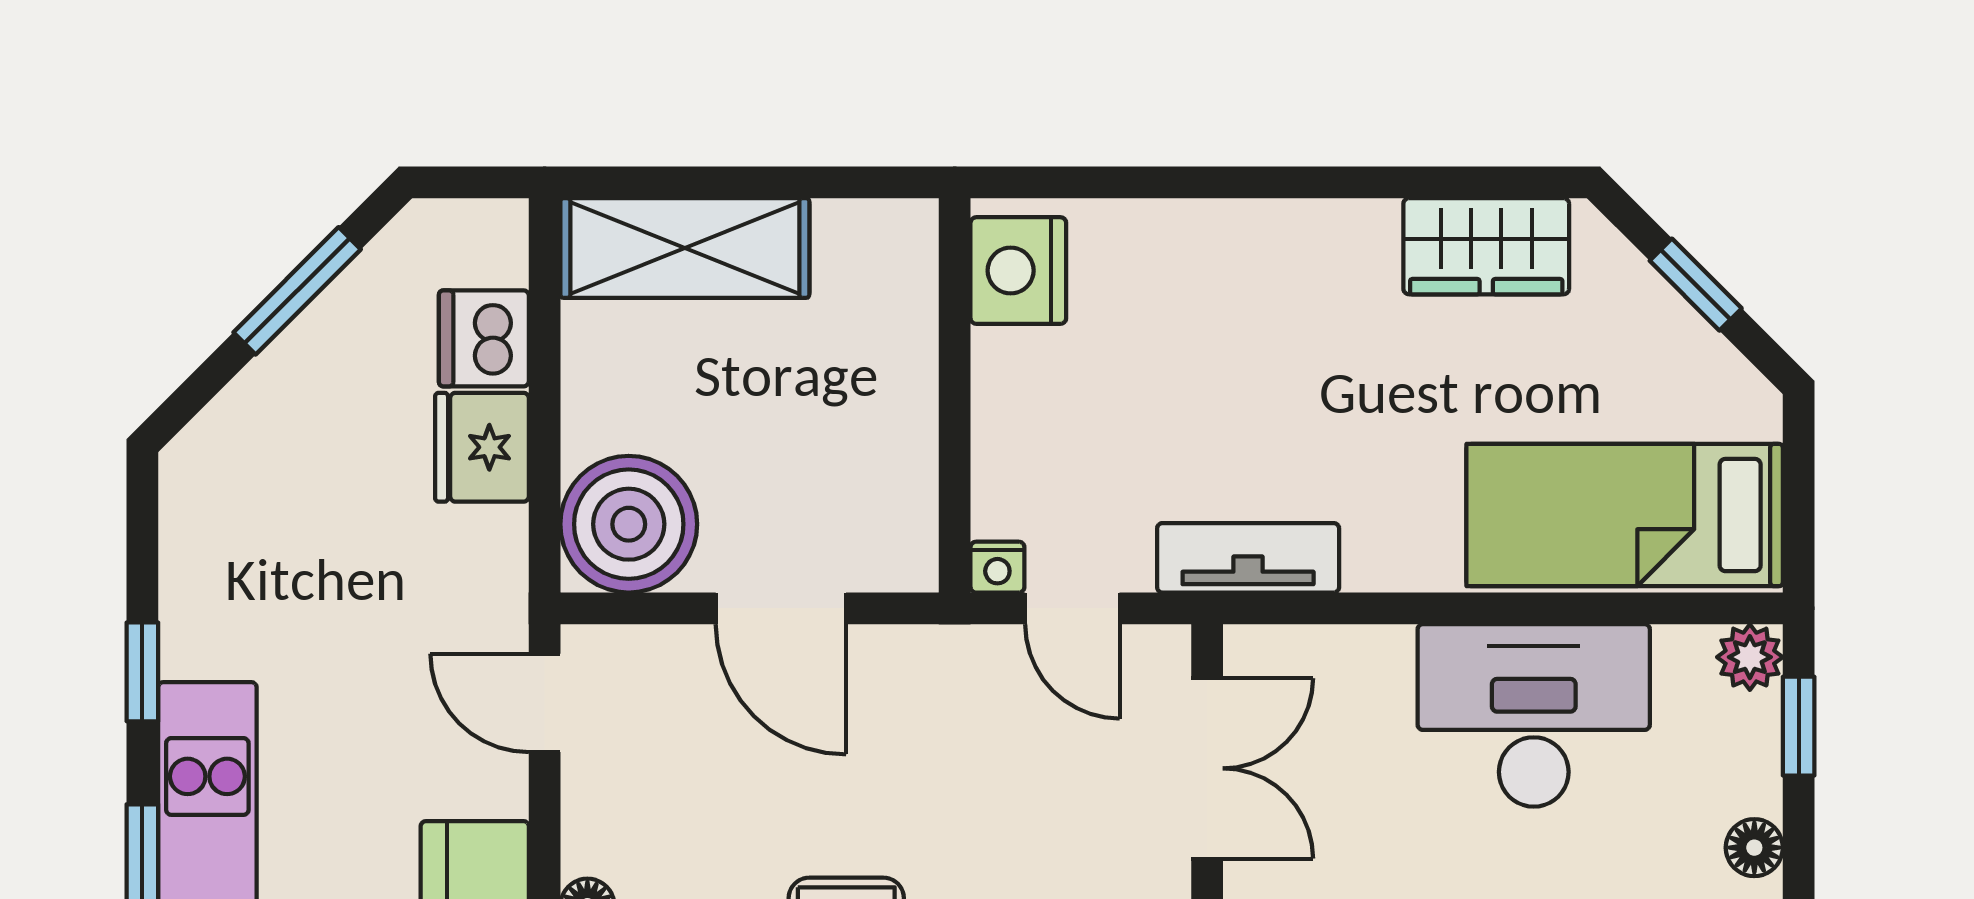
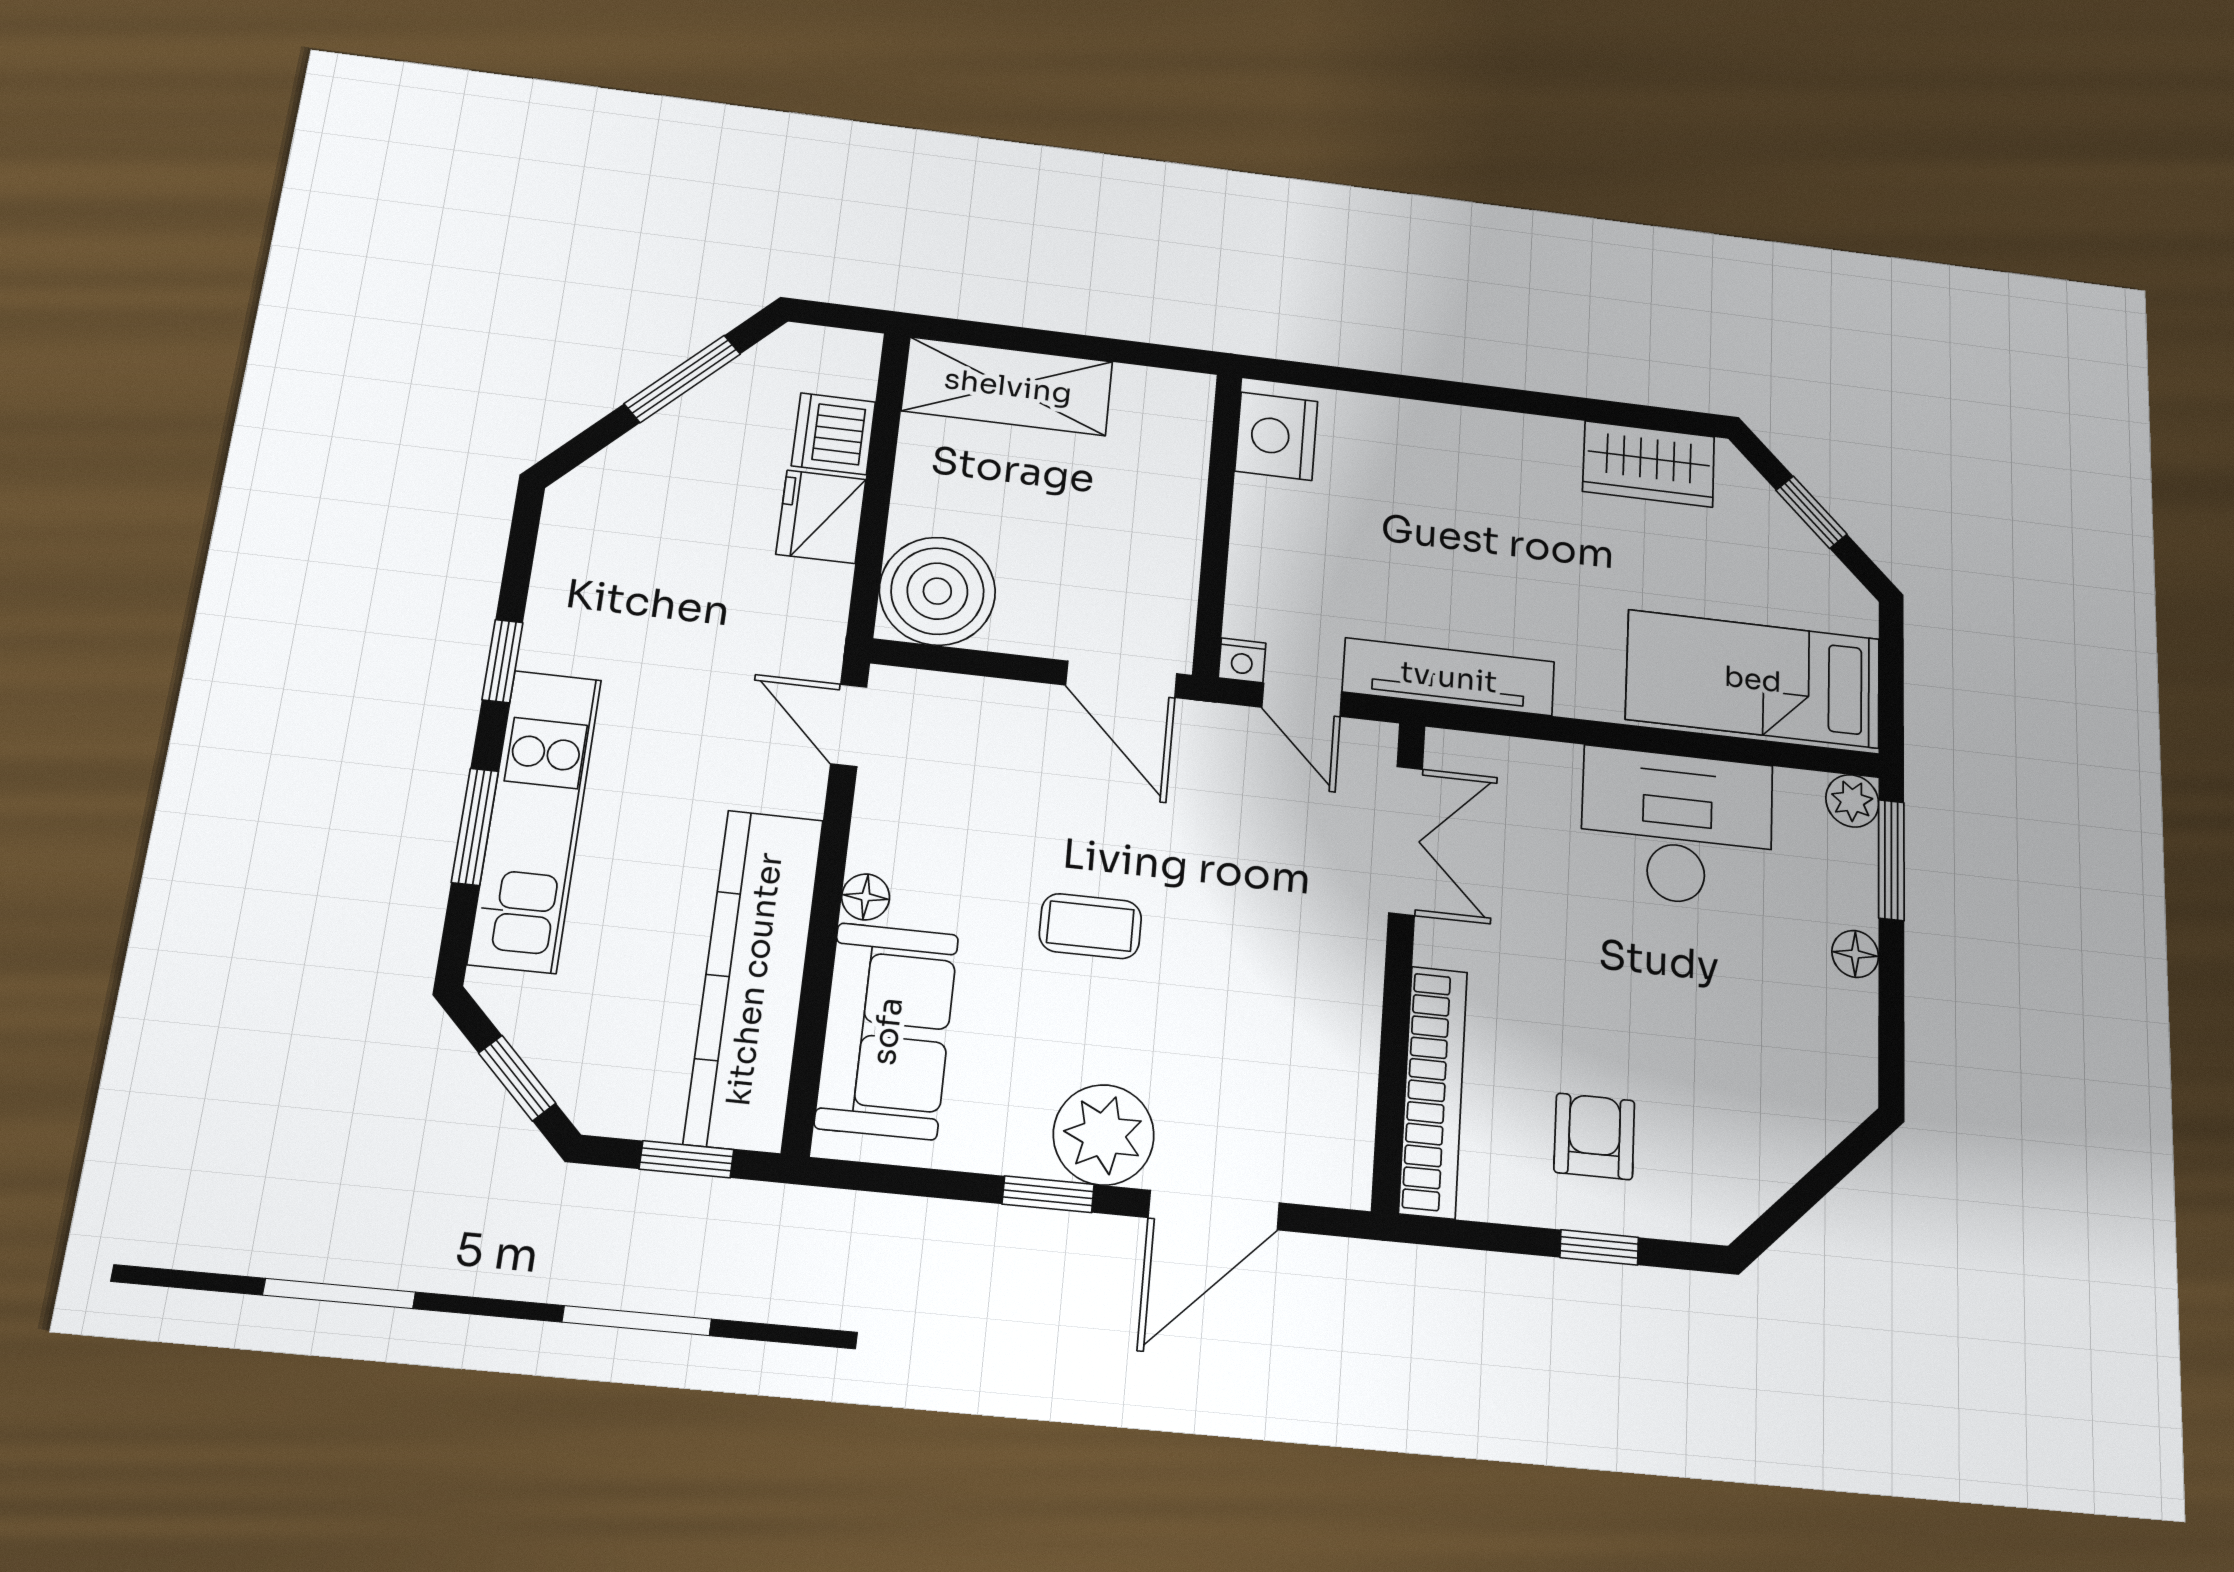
tv unit: (1248, 558) -> (1449, 677), width x1.41
door: (781, 608) -> (1121, 679), moved
window: (1799, 726) -> (1891, 860), width x1.50

